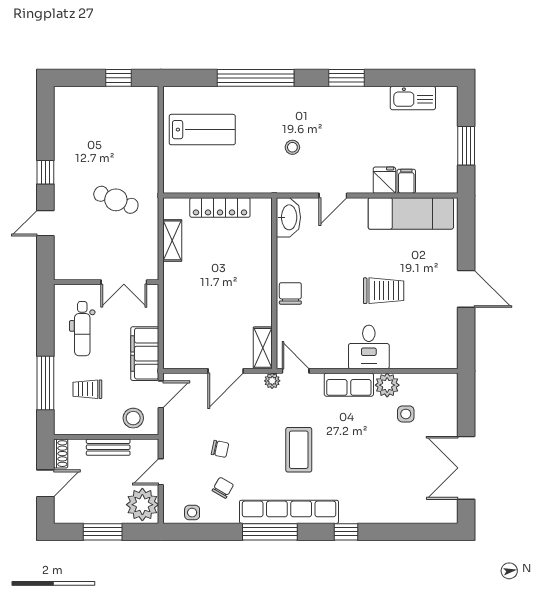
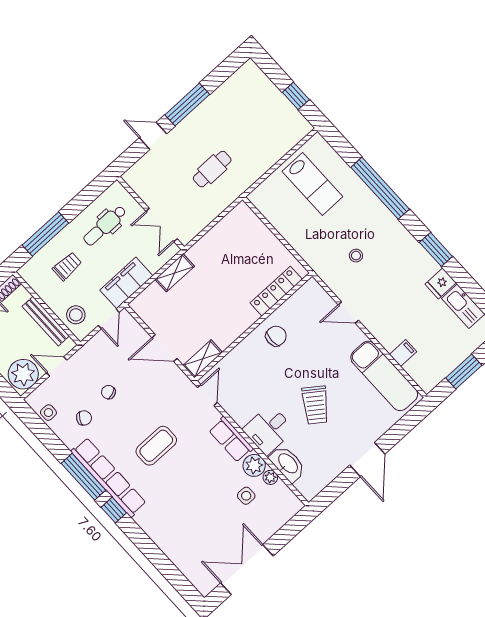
window: (45, 172) -> (187, 105), width x2.17
fridge: (384, 180) -> (441, 283), moved, turned 180
cafe table: (116, 200) -> (212, 169), turned 68
locker: (220, 207) -> (276, 291), moved, turned 90
washbasin: (288, 217) -> (288, 464), moved, turned -90
shelving: (172, 240) -> (175, 273), moved
trolley: (384, 291) -> (315, 405), turned 36
chair: (290, 293) -> (276, 336), moved
plant: (272, 381) -> (270, 477), moved
trolley: (87, 389) -> (67, 266), turned 90
door: (161, 394) -> (109, 319), hinge flipped
bench: (108, 447) -> (46, 321), width x1.36
chair: (220, 449) -> (108, 392), turned 148
window: (346, 532) -> (114, 510), moved

